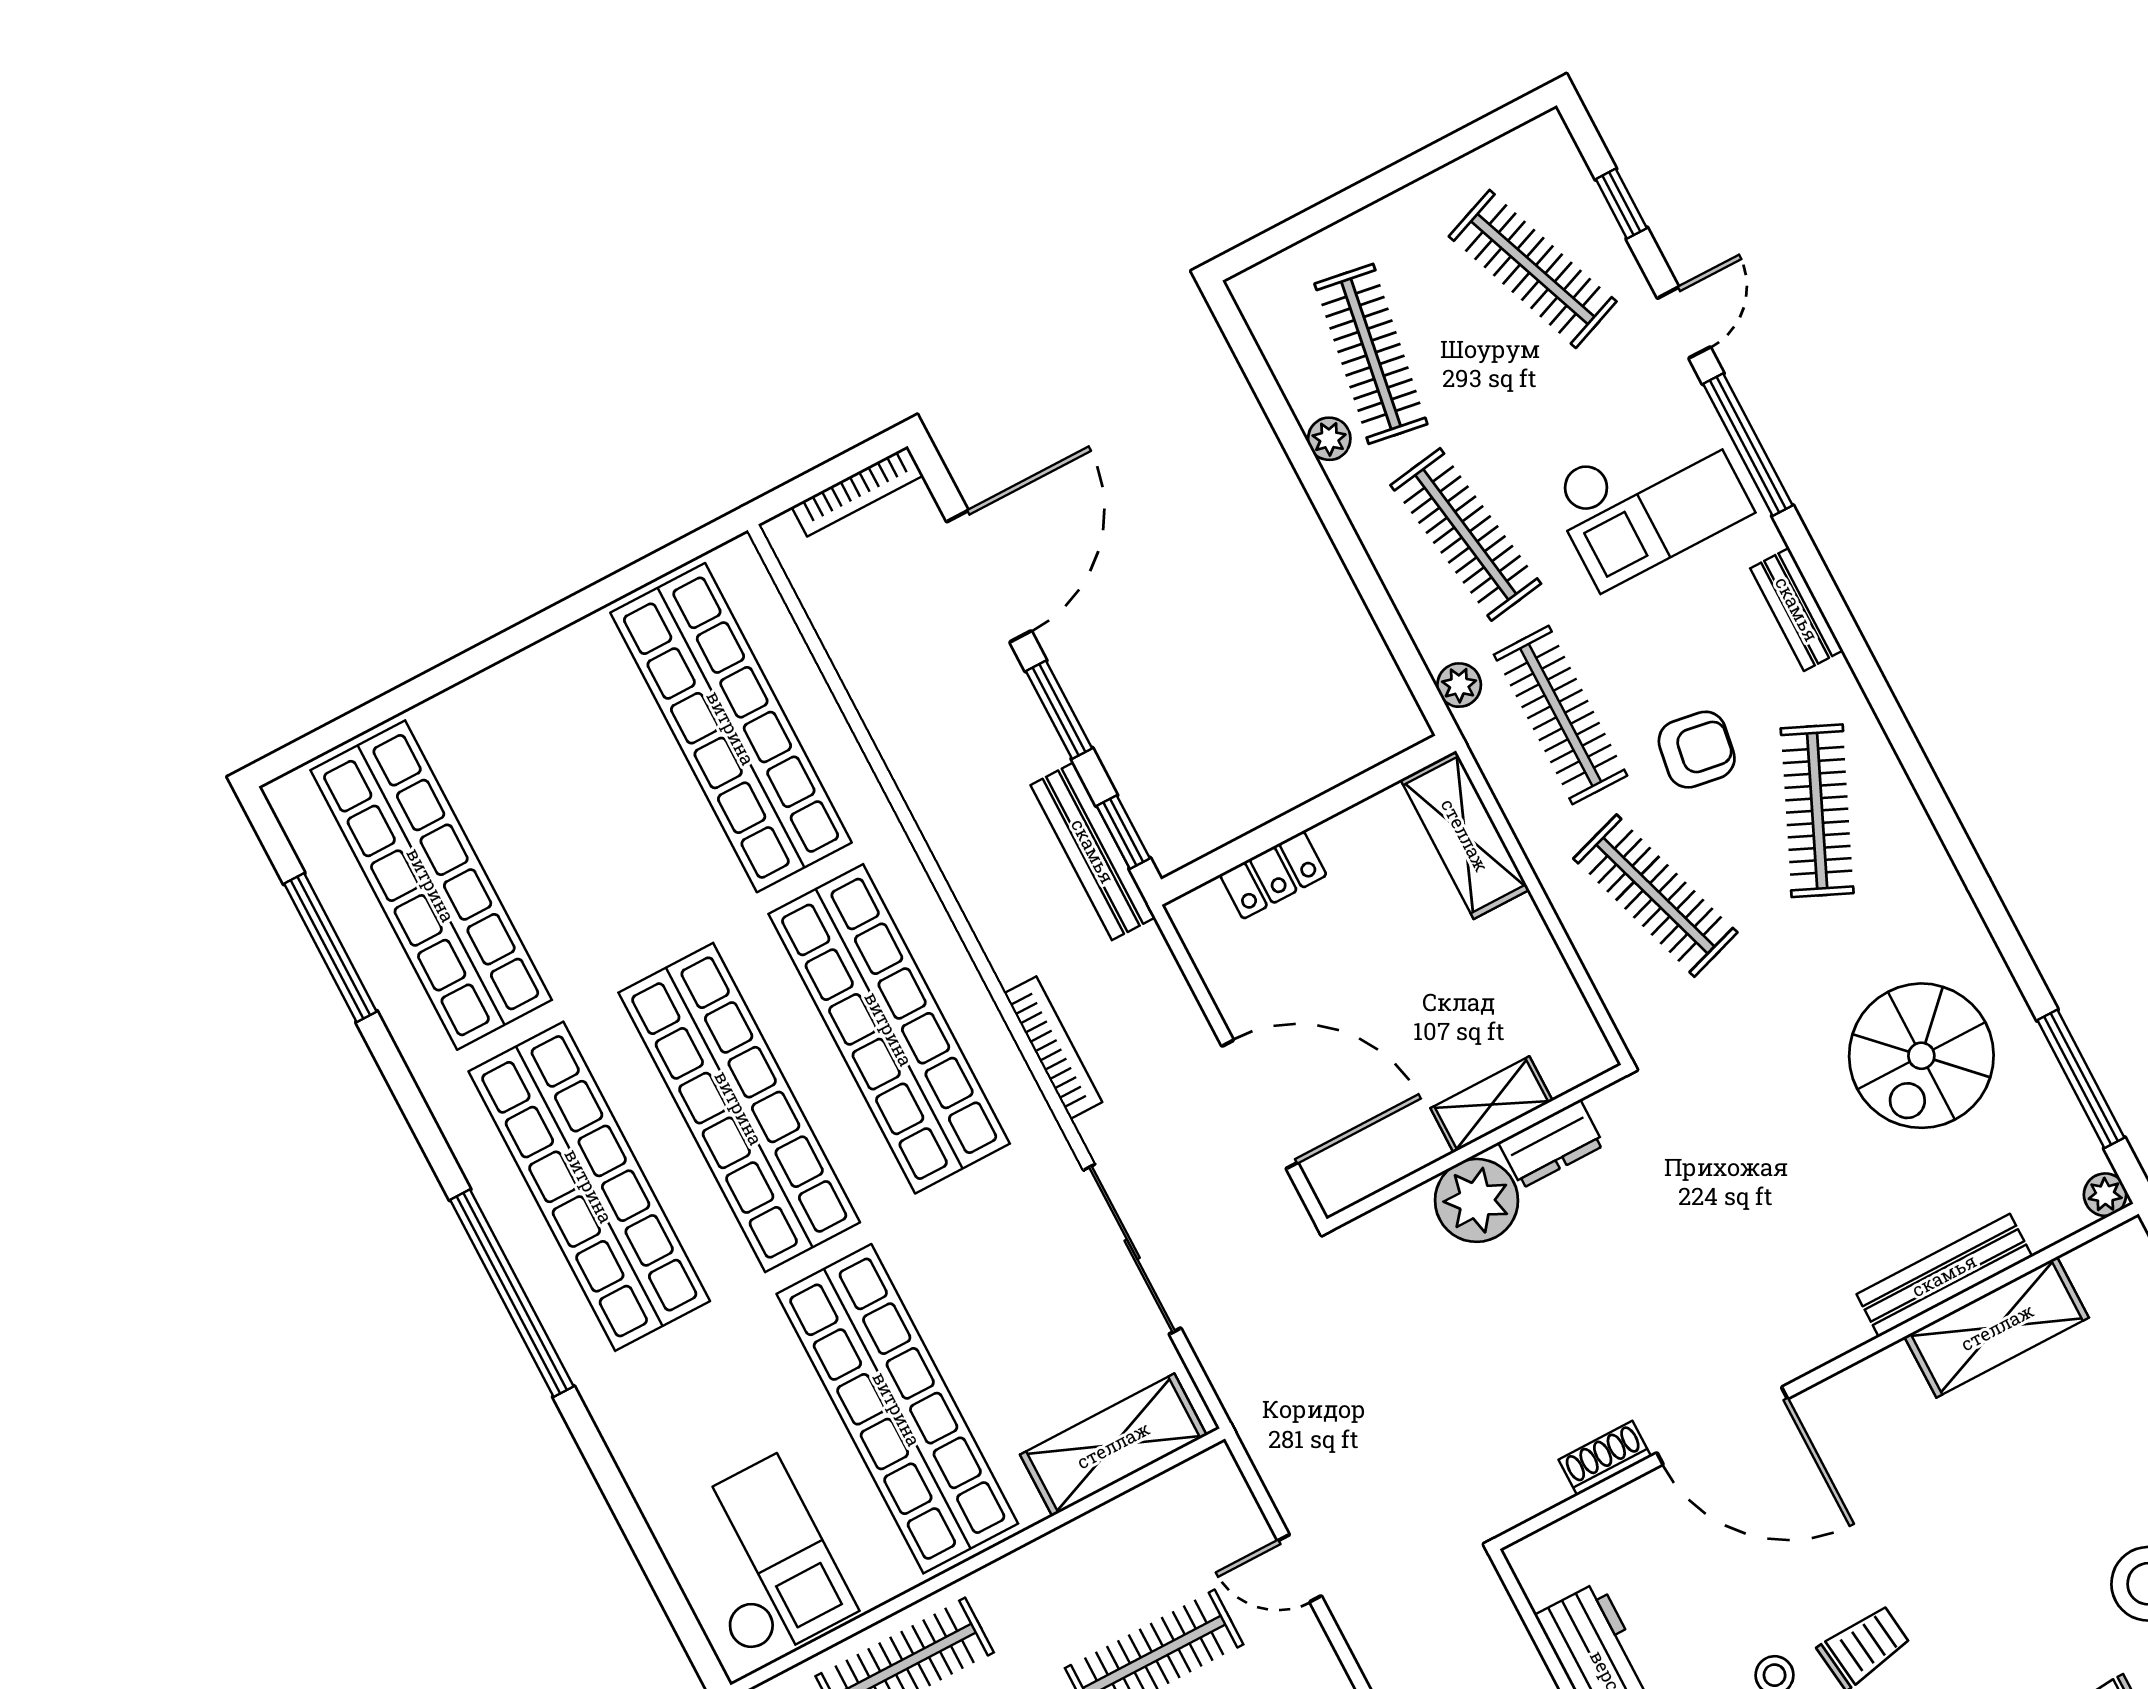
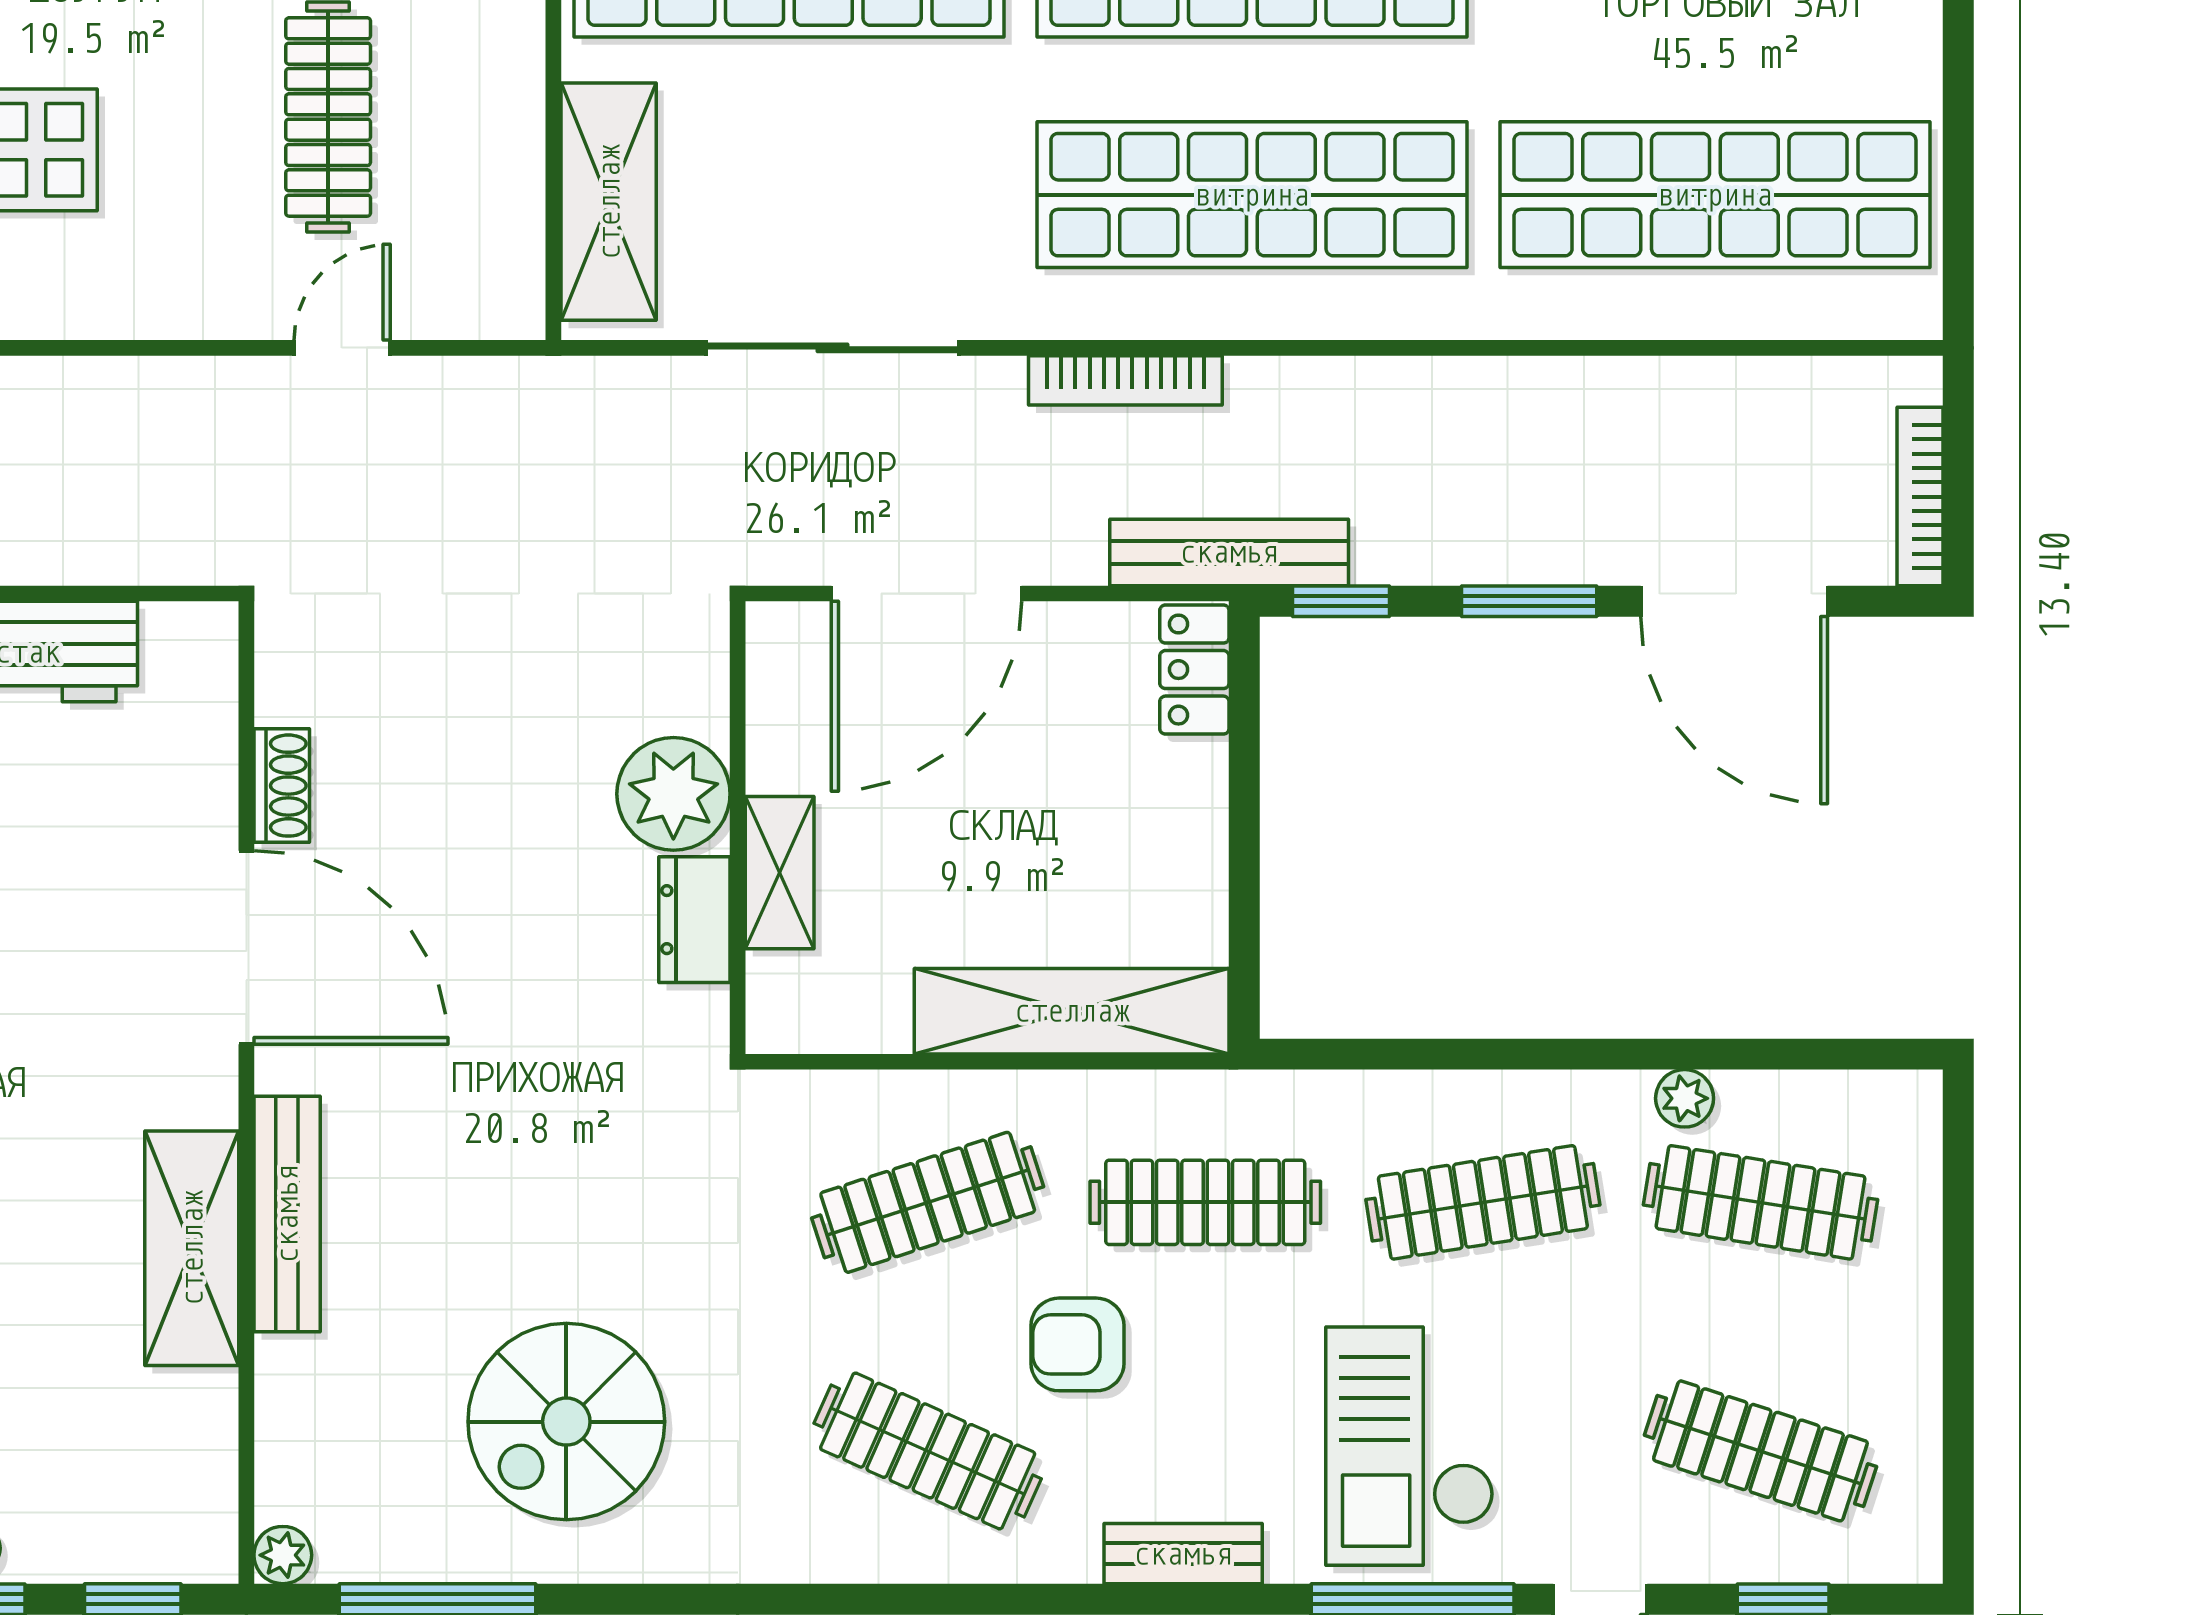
clothes rail: (1533, 269) -> (1760, 1451), turned 39
plant: (1459, 685) -> (1306, 1099), removed
armchair: (1697, 750) -> (1078, 1344), turned 81
shelving: (1465, 835) -> (1072, 1011), width x1.47
bench: (1093, 851) -> (1229, 552), moved
locker: (1273, 875) -> (1194, 670), moved
spiral stairs: (1921, 1056) -> (566, 1422), turned -90
bench: (1944, 1275) -> (287, 1214), moved
shelving: (1997, 1327) -> (192, 1248), moved
door: (1722, 1426) -> (246, 947), swing flipped

